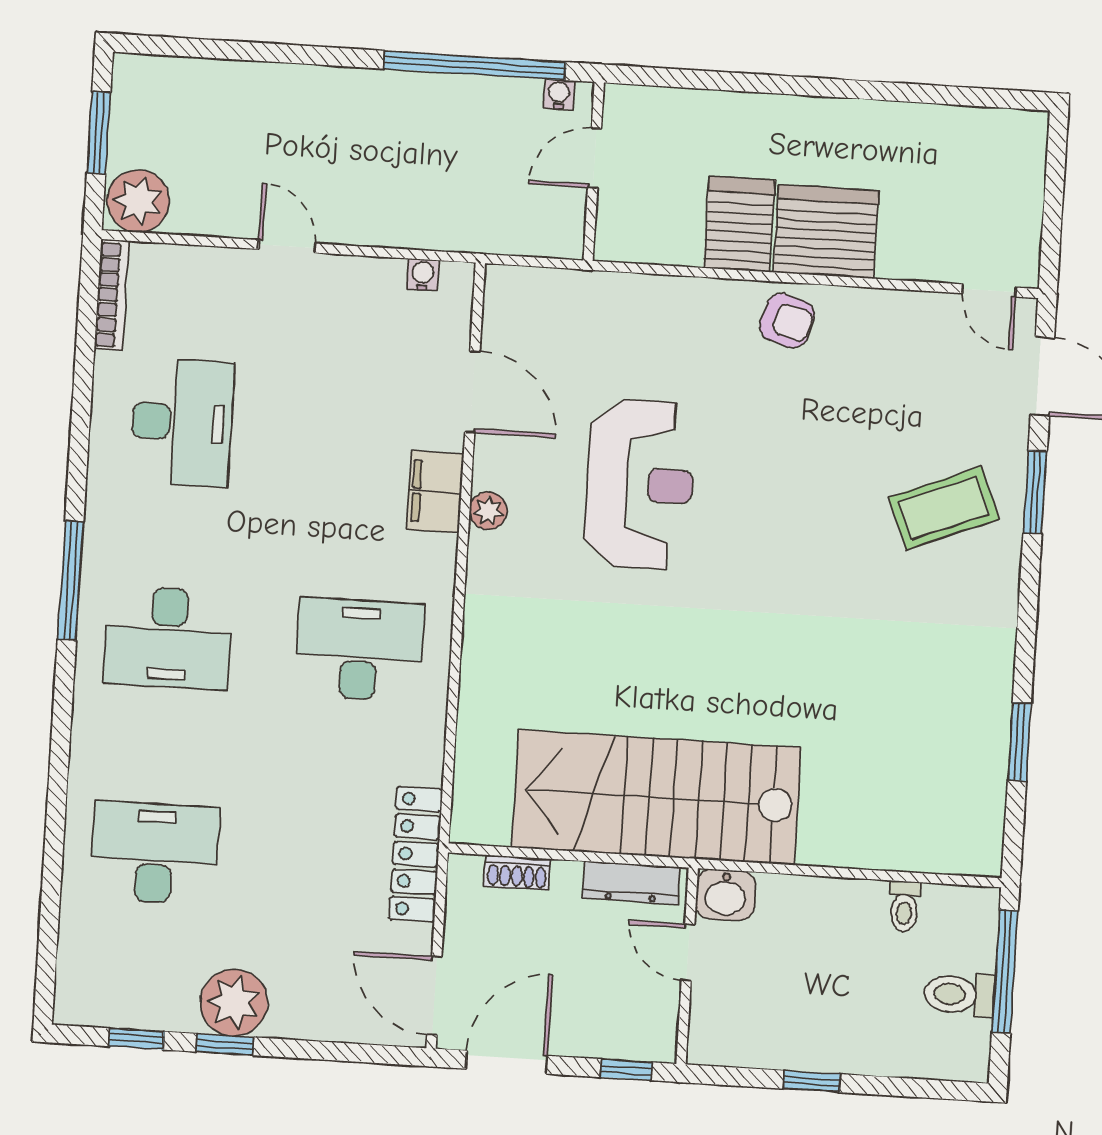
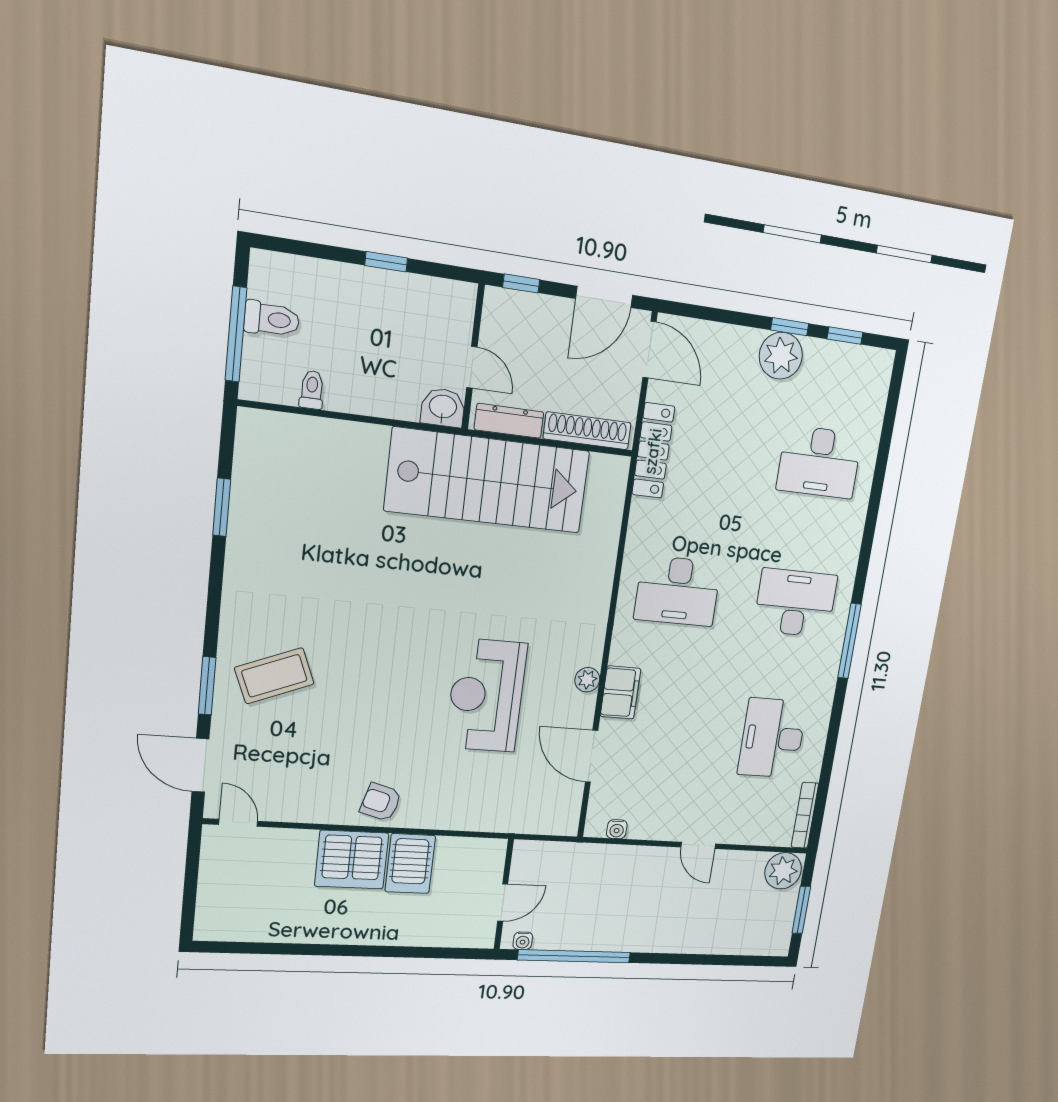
shoe rack: (517, 873) -> (587, 431), width x1.94, depth x1.24

